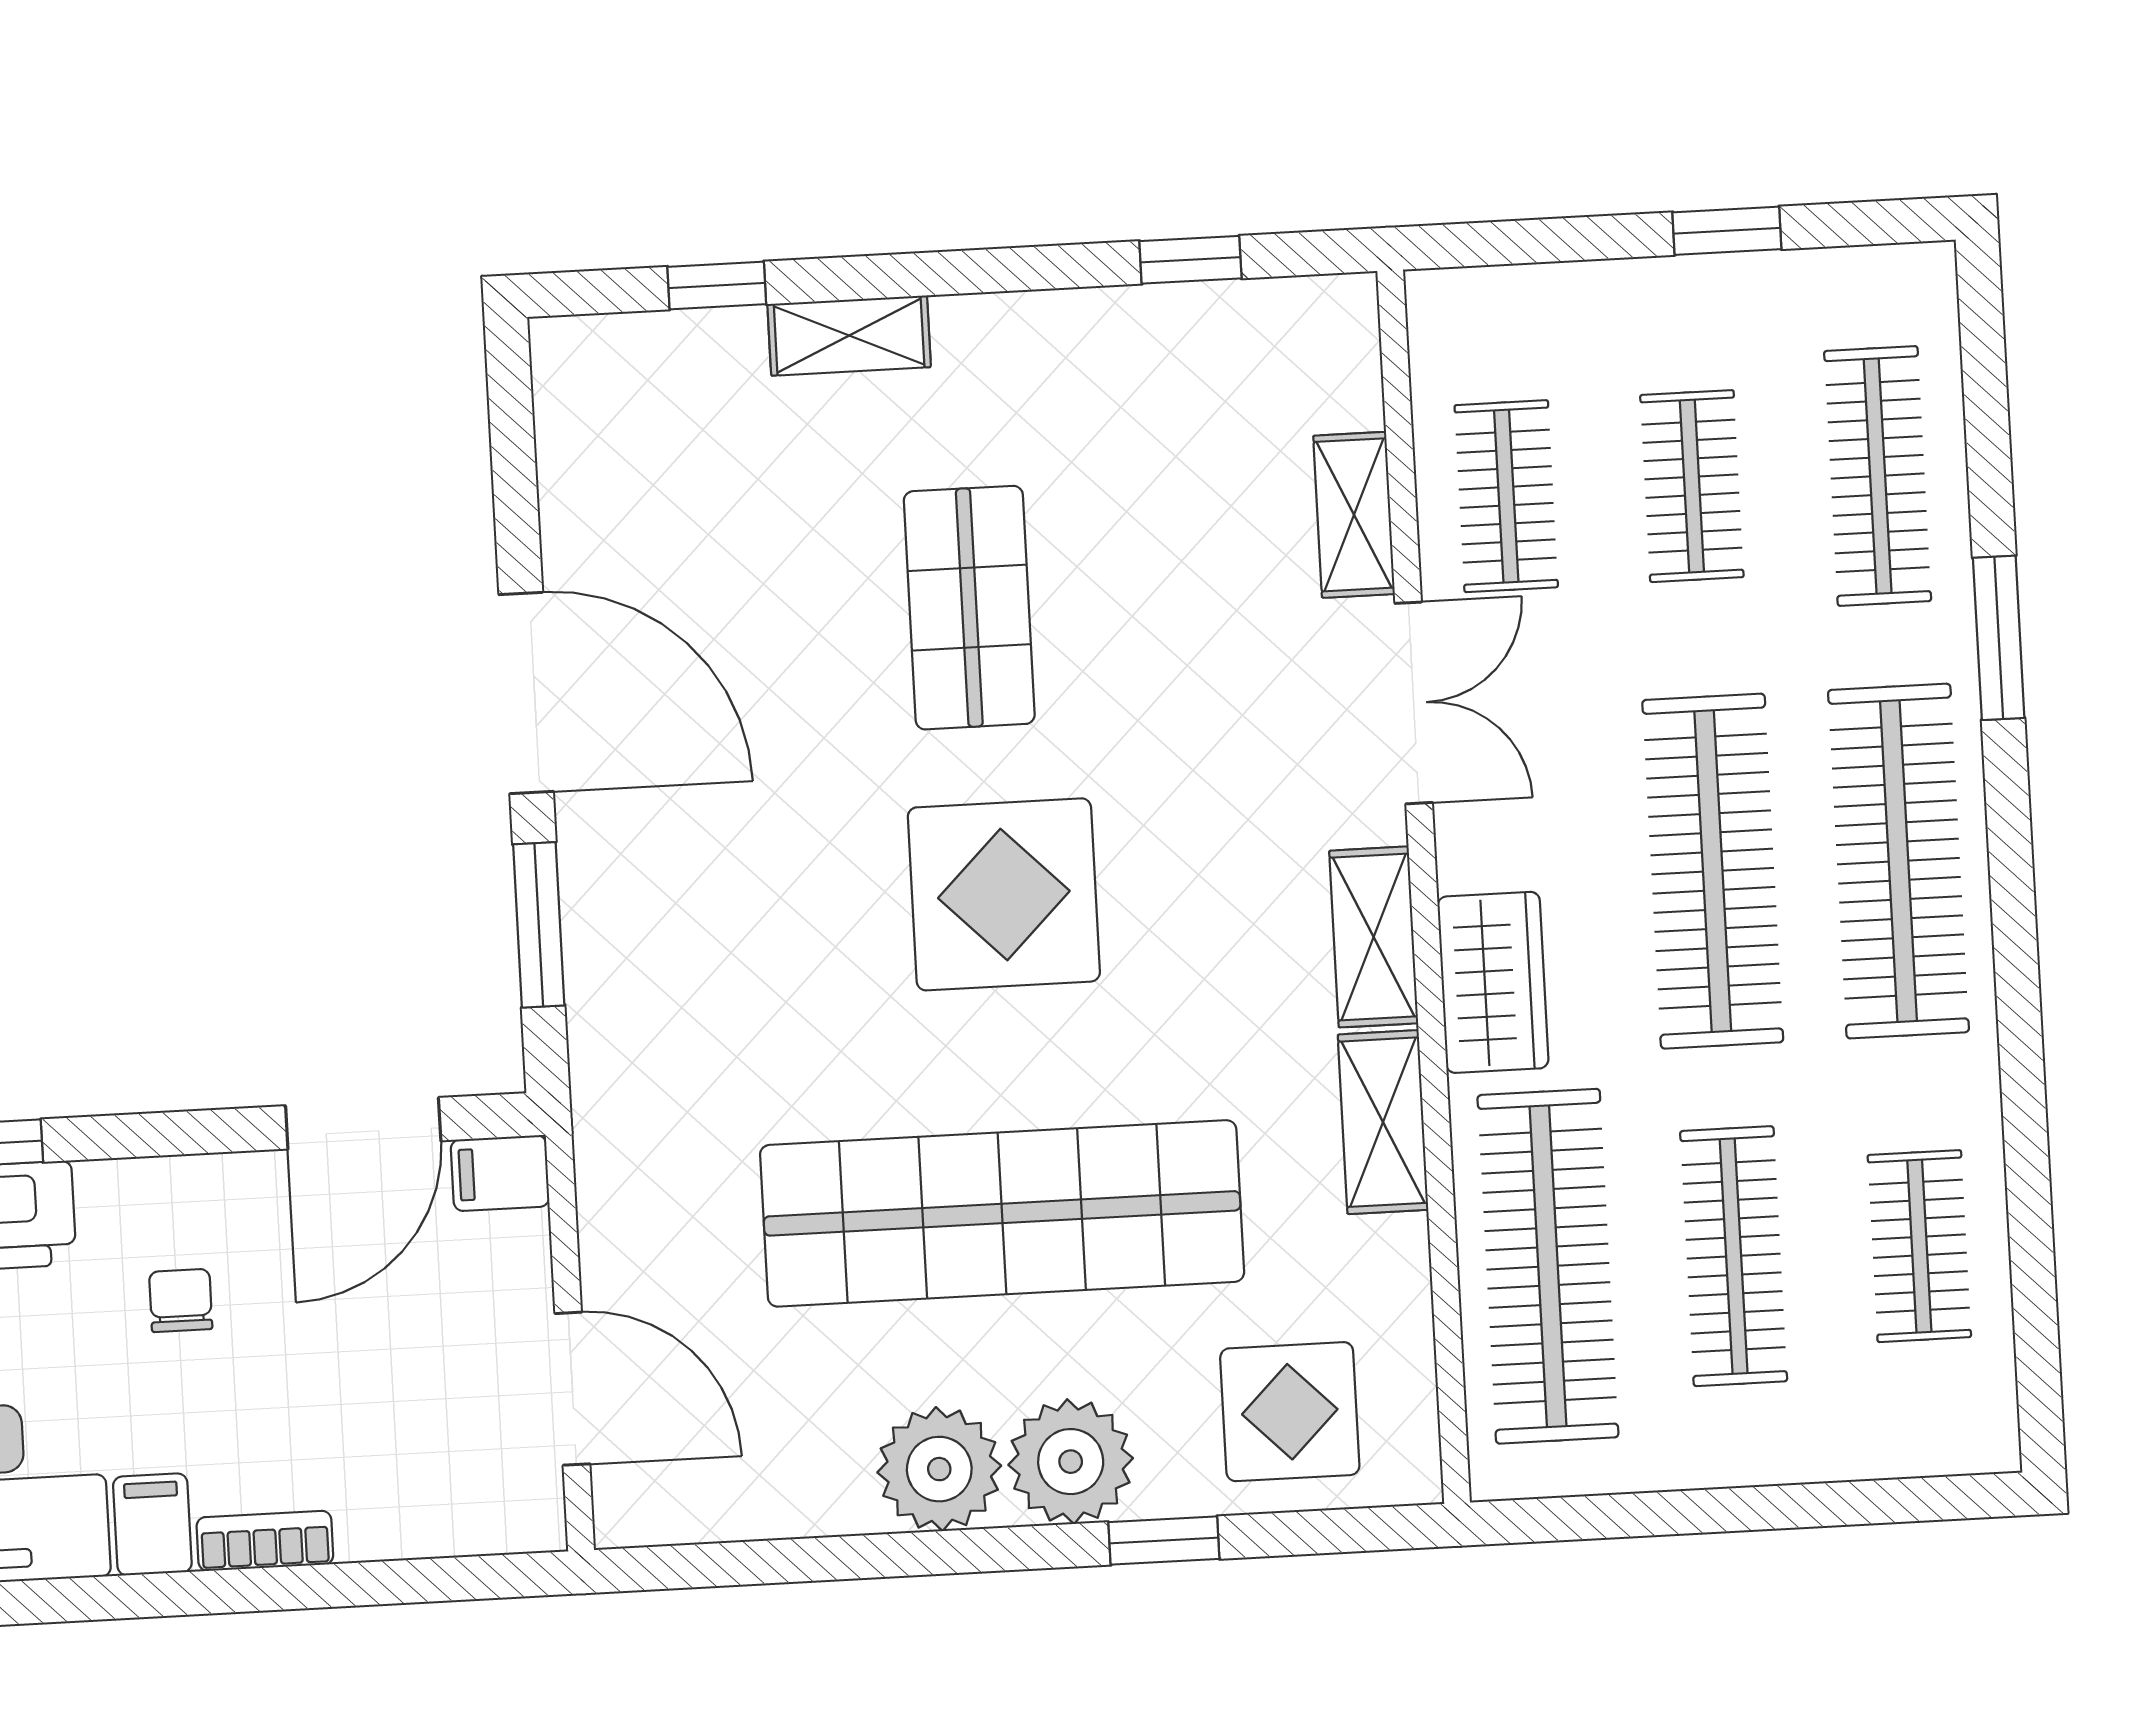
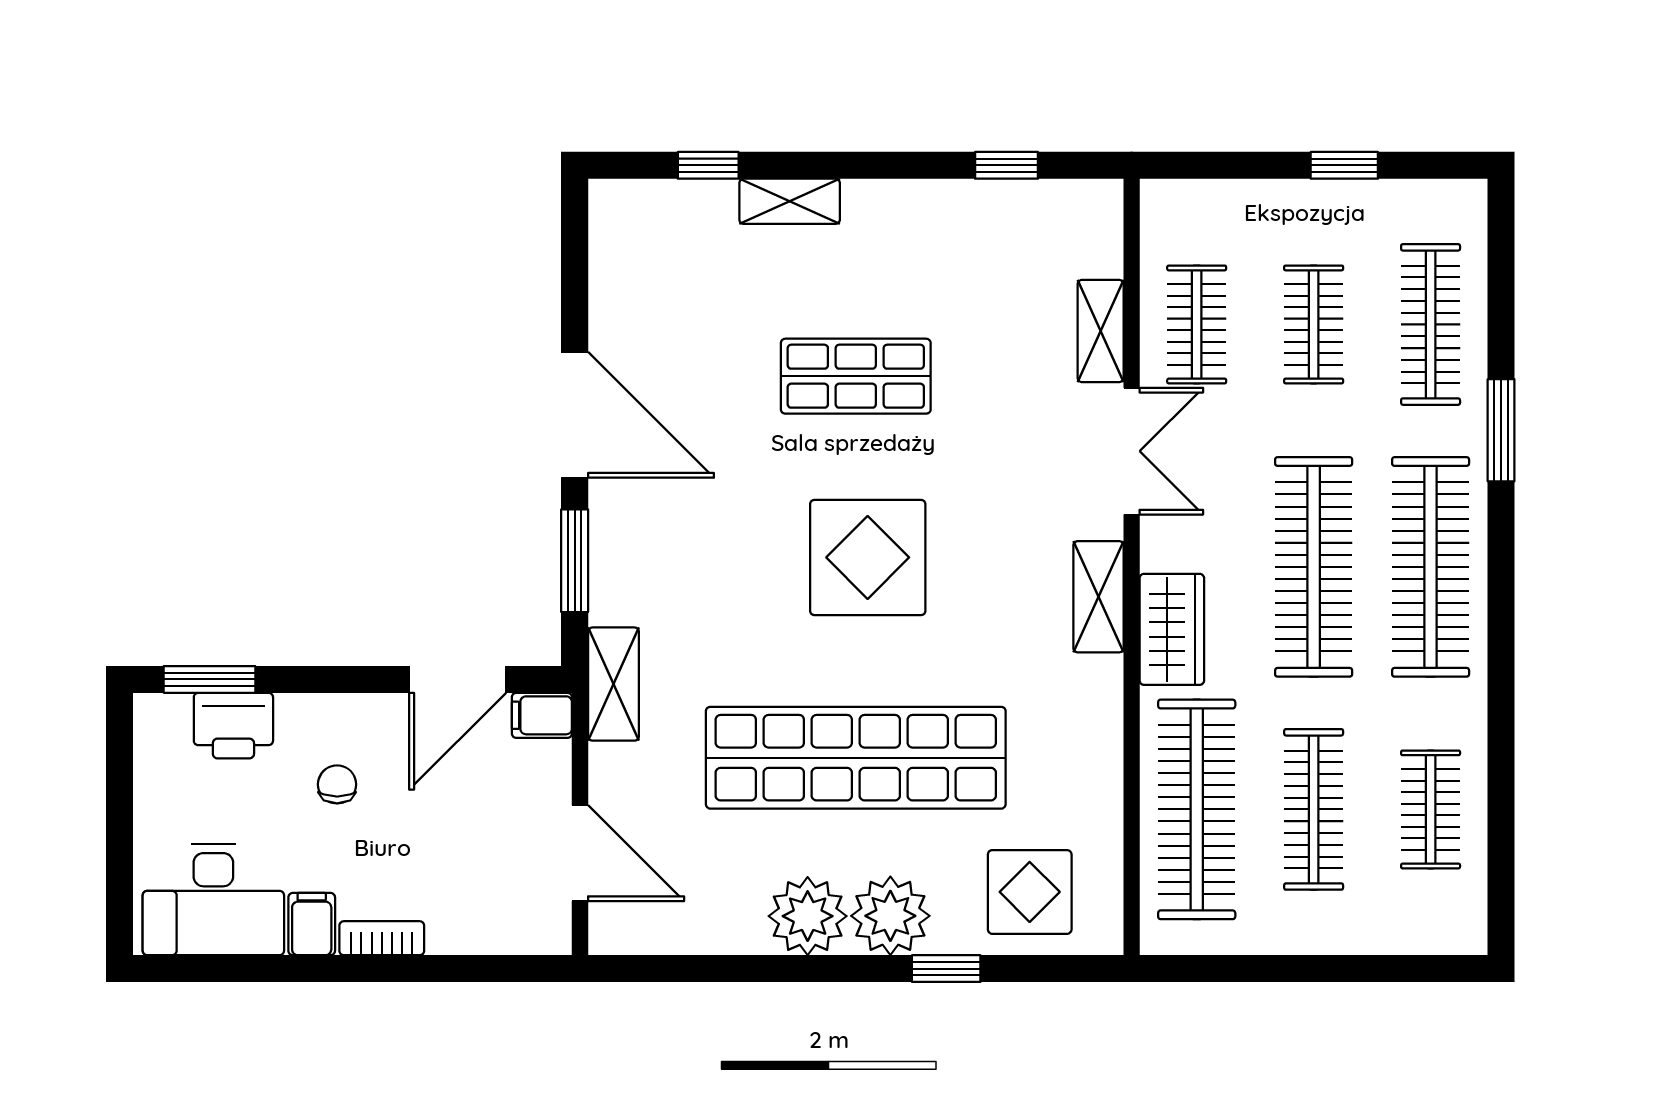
shop shelf: (969, 608) -> (856, 376), turned 90
shelving: (1383, 1122) -> (613, 684), moved

